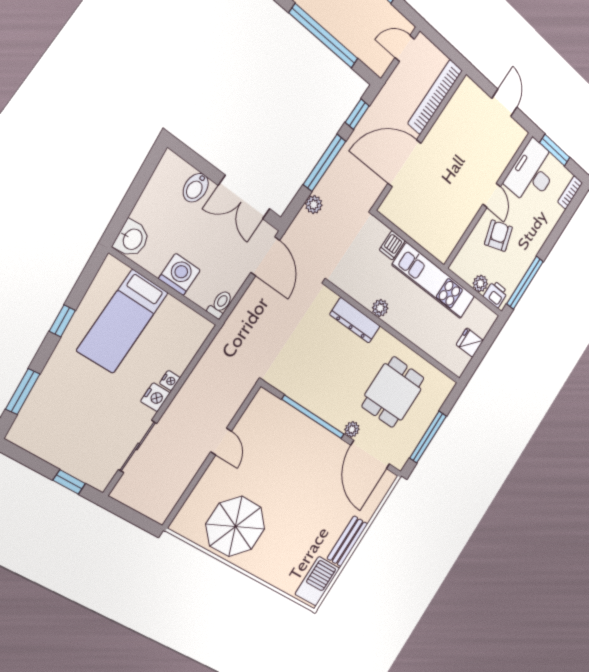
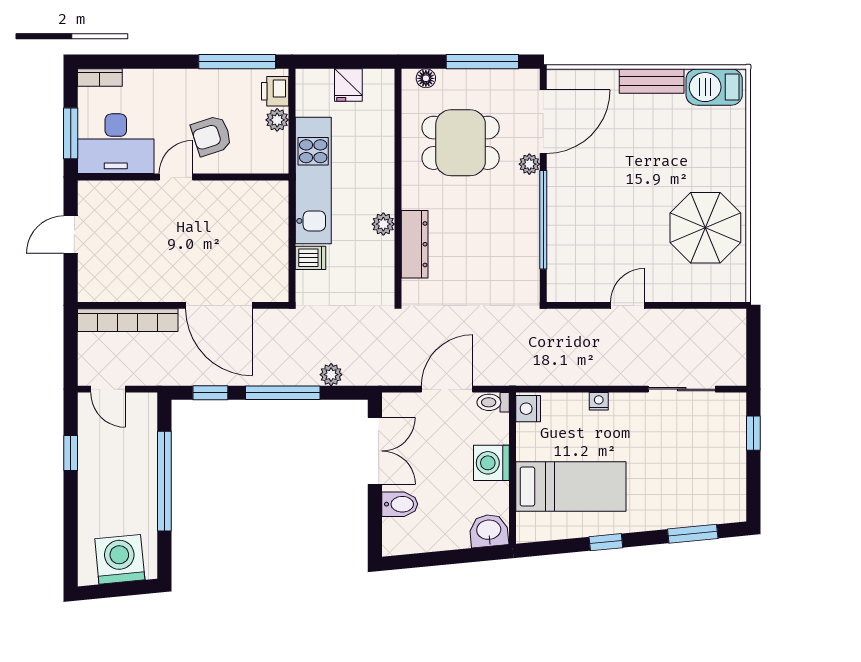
door: (265, 256) -> (447, 389), moved
floor lamp: (442, 394) -> (426, 78), added
nightstand: (155, 397) -> (528, 409), moved, turned -90

